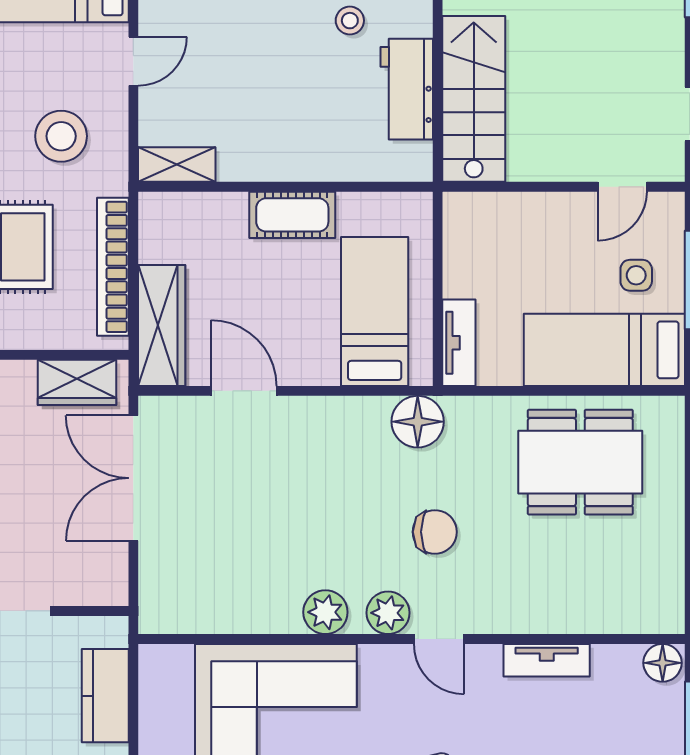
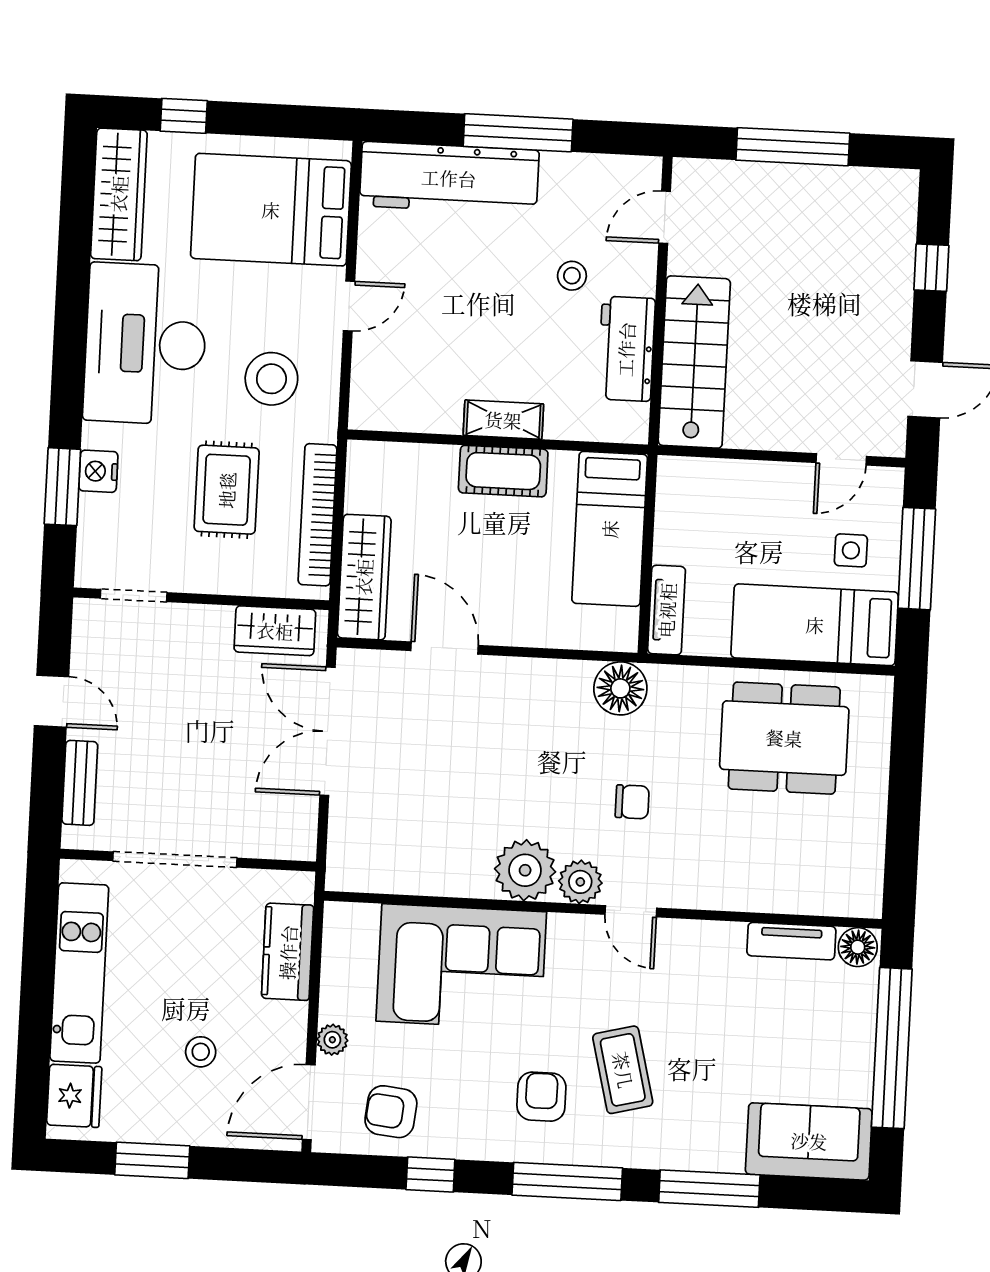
shelving: (177, 165) -> (503, 420), moved
bed: (375, 312) -> (610, 529), moved, turned 180
chair: (435, 532) -> (632, 802), width x0.73, depth x0.73
plant: (325, 612) -> (525, 870), width x1.36, depth x1.36
tv unit: (547, 660) -> (791, 941), moved

